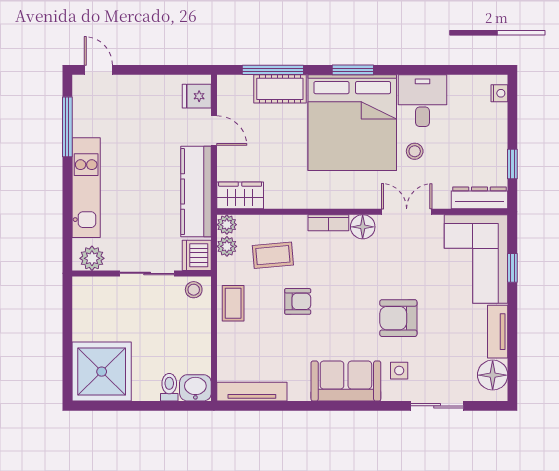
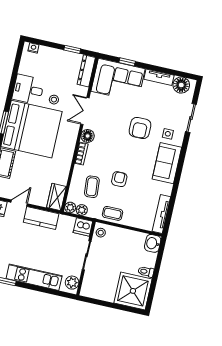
kitchen counter: (196, 192) -> (41, 218), width x0.67
toilet: (169, 387) -> (146, 272), moved

